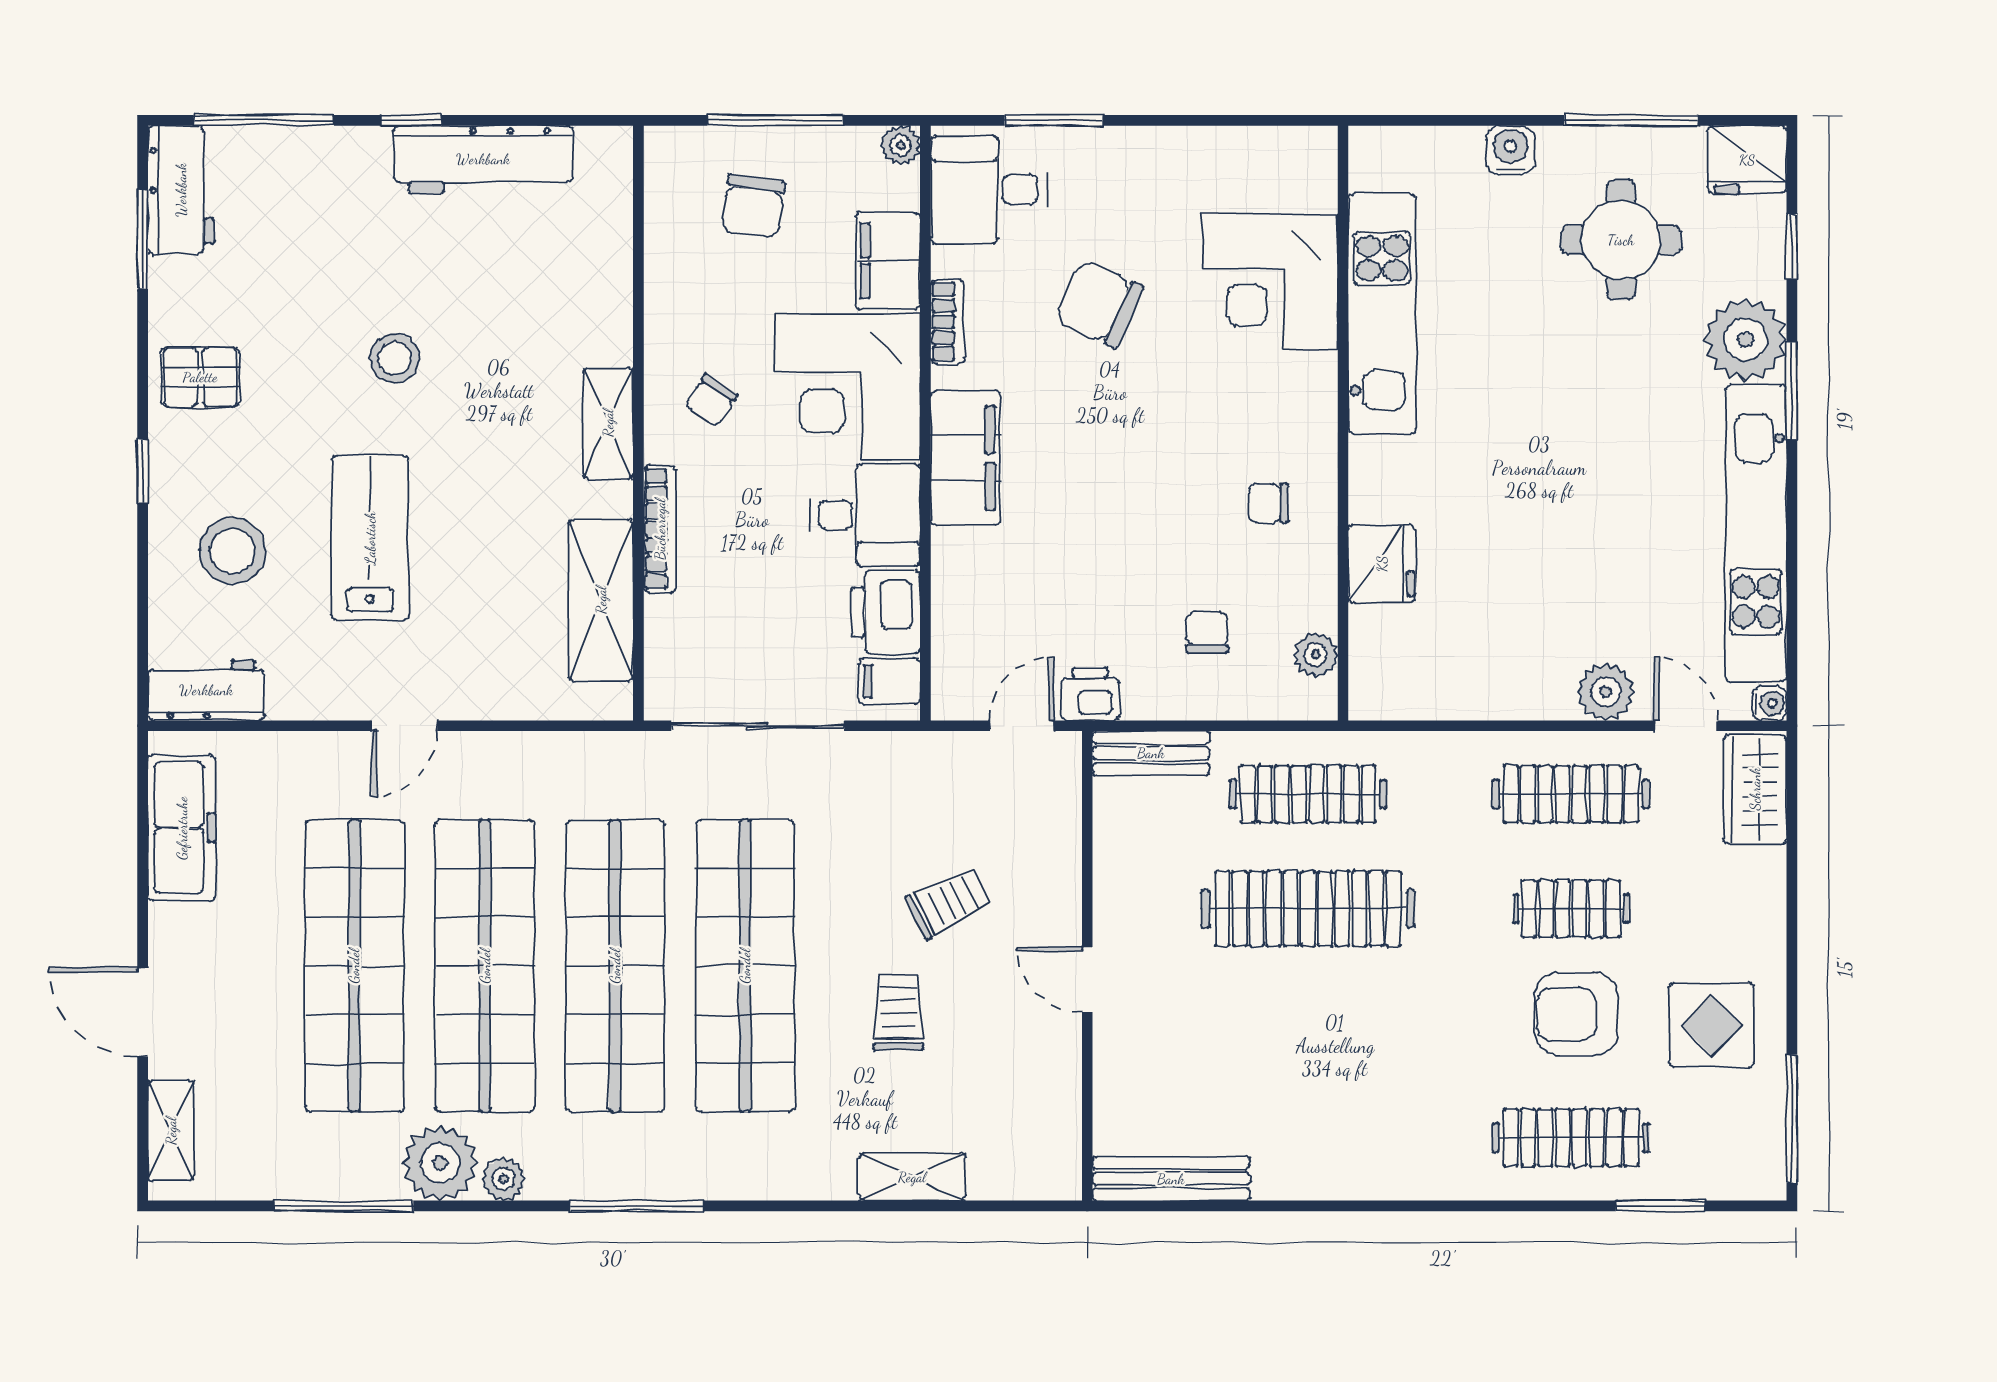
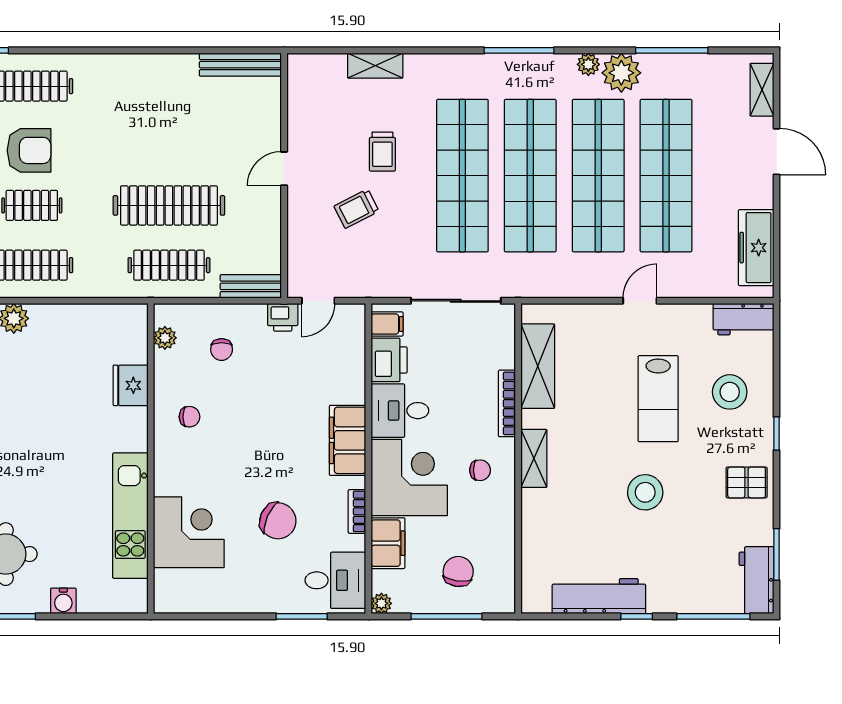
stool: (395, 358) -> (645, 492), width x1.38, depth x1.38
chair: (711, 401) -> (480, 470), turned 57
door: (1087, 979) -> (284, 169), swing flipped

